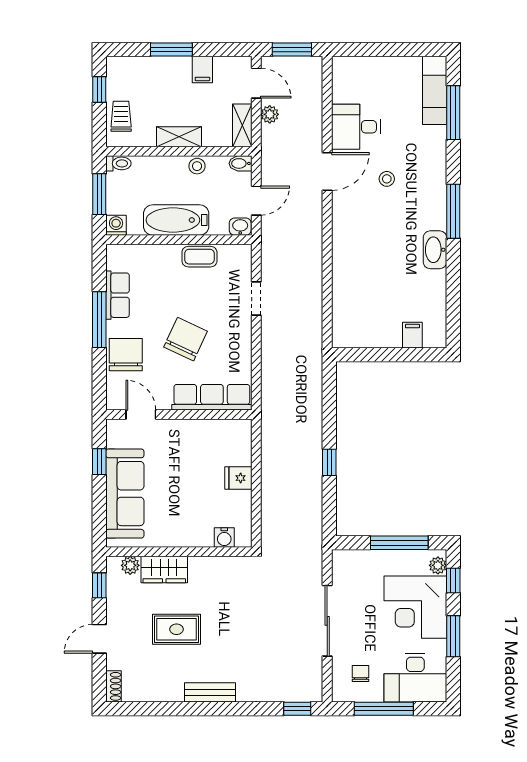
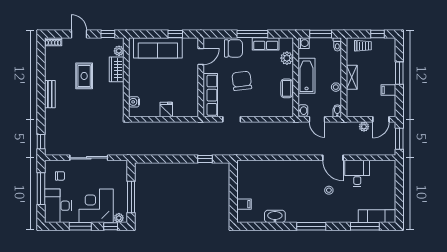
shelving: (242, 125) -> (358, 112), removed
washbasin: (435, 250) -> (275, 216), moved
plant: (144, 256) -> (287, 58), added
doorway: (256, 299) -> (232, 119), moved
chair: (186, 339) -> (242, 81), turned -122
window: (329, 462) -> (205, 159), moved

